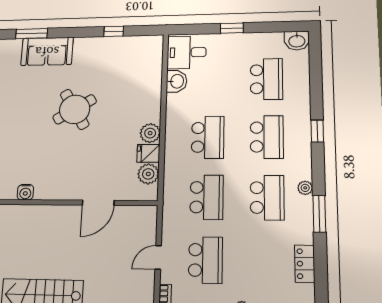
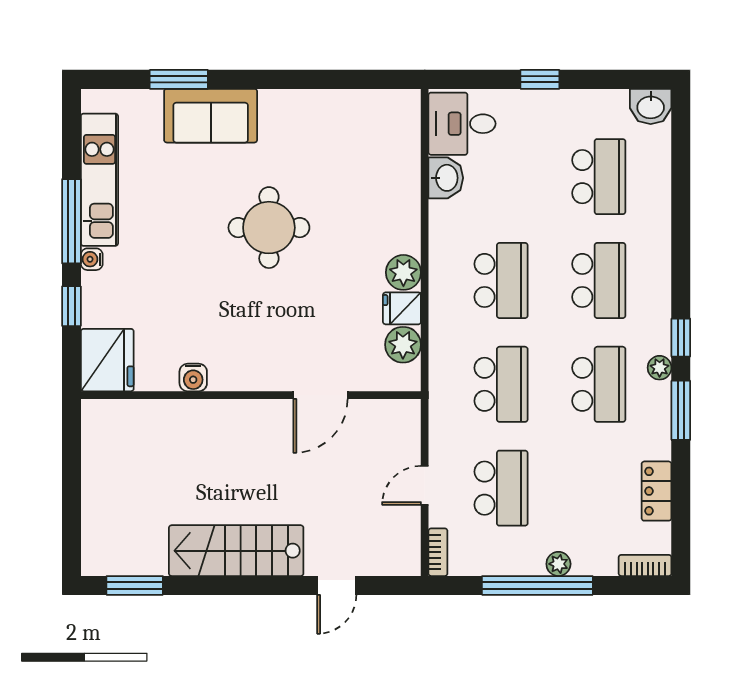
window: (114, 31) -> (330, 79), removed
round table: (75, 109) -> (269, 228), turned 31
window: (317, 131) -> (681, 338), moved

